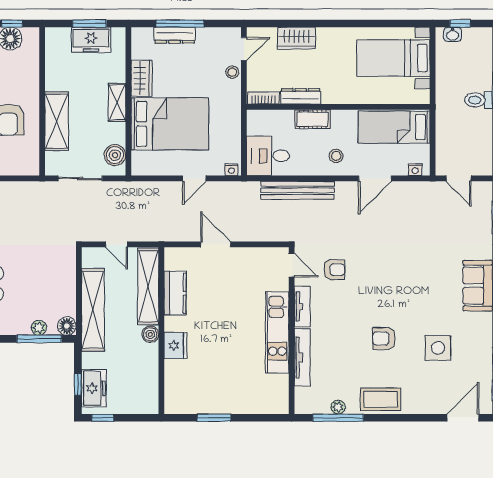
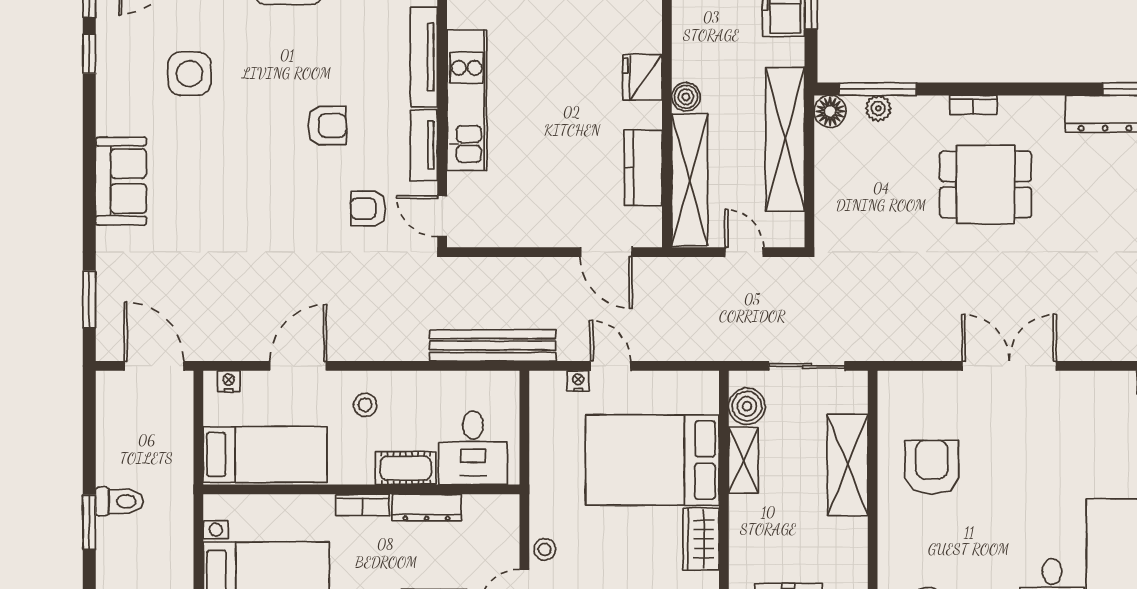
bookcase: (264, 98) -> (363, 505), moved
shelving: (117, 102) -> (743, 460), moved
desk: (268, 156) -> (473, 448), moved, turned 90
nightstand: (231, 170) -> (578, 381), moved
door: (194, 178) -> (610, 366), hinge flipped
door: (459, 178) -> (154, 366), width x1.38
bench: (298, 190) -> (493, 345), moved
door: (216, 244) -> (606, 252), moved
armchair: (384, 338) -> (327, 126), moved

